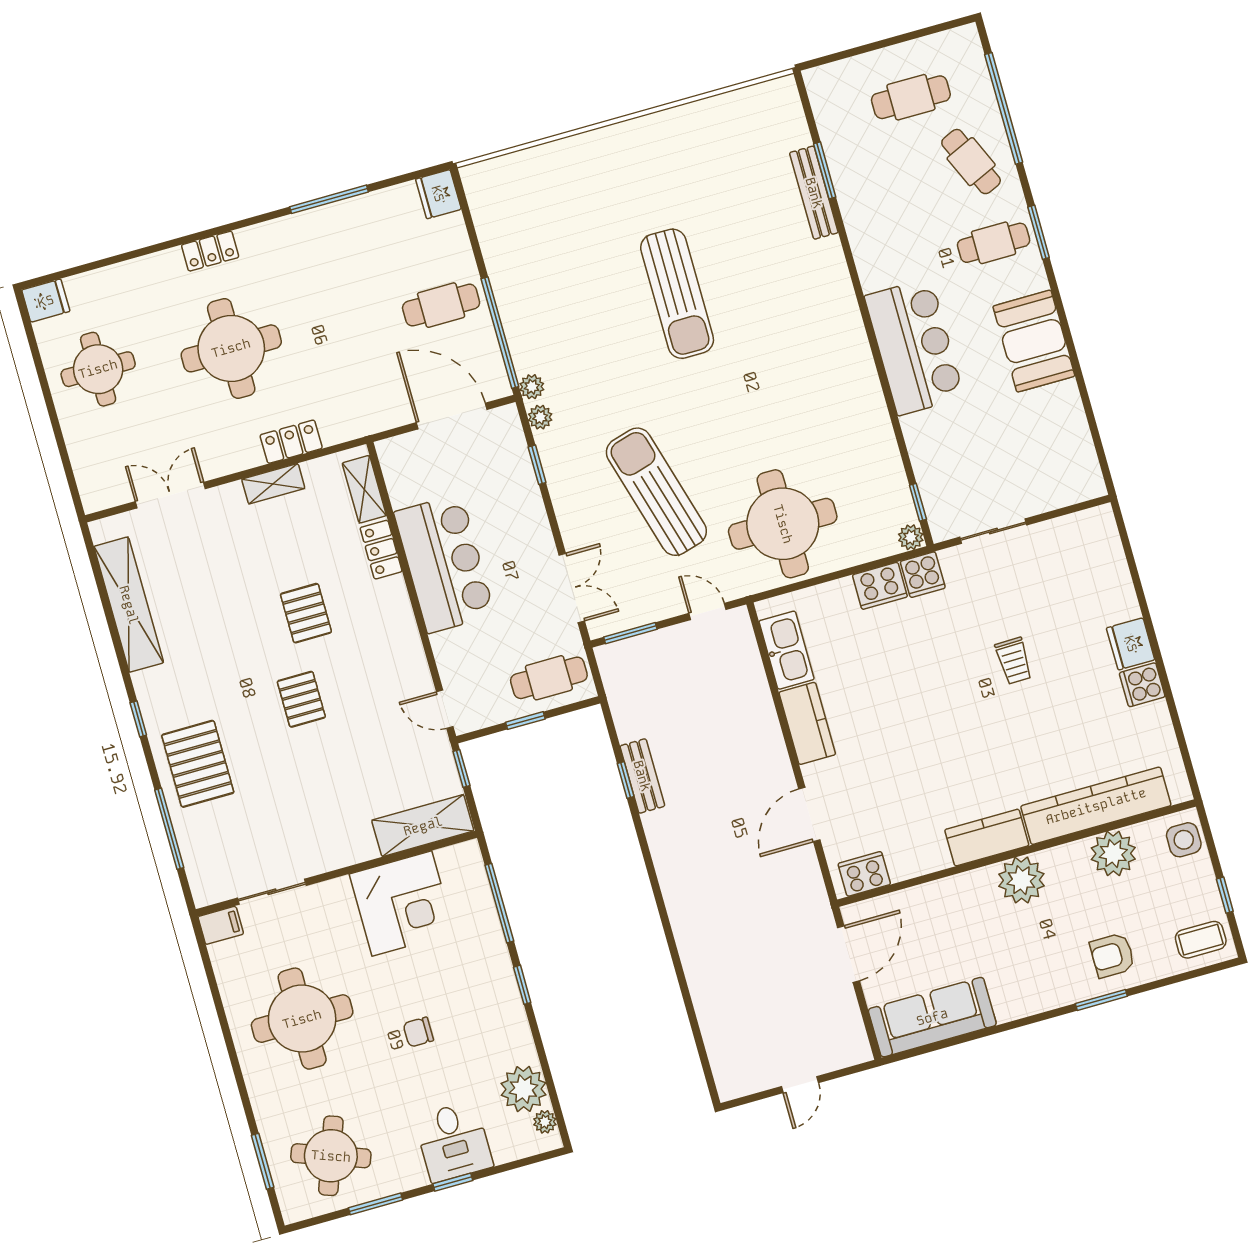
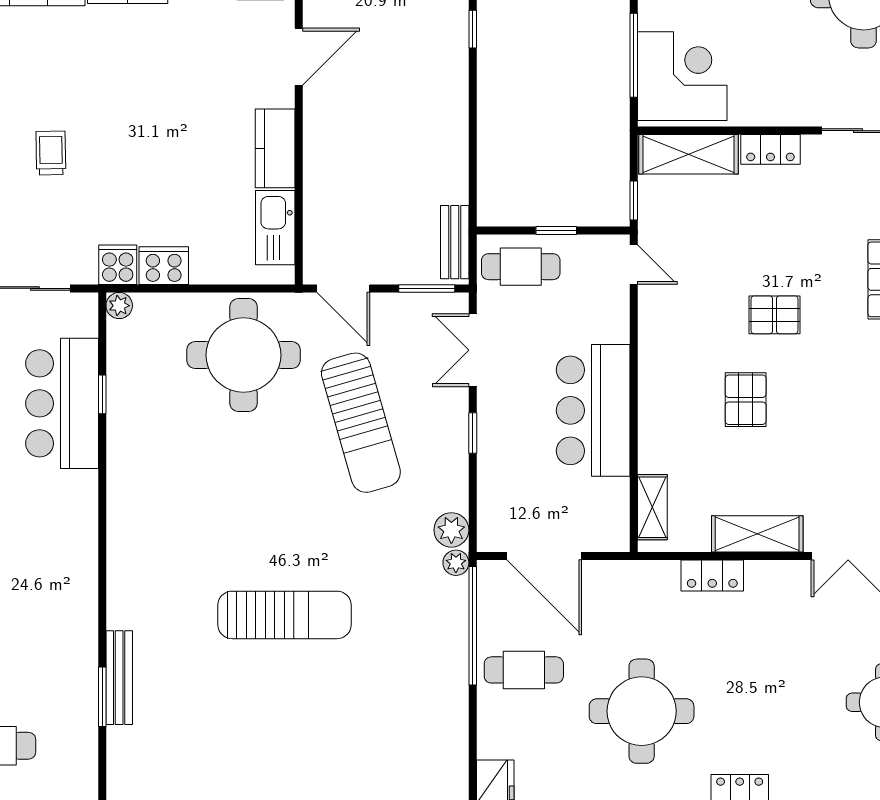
sun lounger: (677, 294) -> (284, 615), turned 90
bar counter: (914, 347) -> (62, 403), moved
round table: (231, 348) -> (642, 711), moved
plant: (540, 417) -> (451, 530), width x1.38, depth x1.38
window: (537, 465) -> (473, 433), moved
shelving: (273, 484) -> (757, 534), width x1.50, depth x1.33
window: (918, 502) -> (102, 394), moved
locker: (381, 550) -> (770, 149), moved, turned 90
door: (708, 611) -> (343, 288), width x1.38
pallet: (301, 699) -> (774, 315), turned 90
bench: (642, 776) -> (455, 242), moved
window: (626, 780) -> (473, 29), moved
corner desk: (402, 904) -> (682, 76), moved, turned 90

